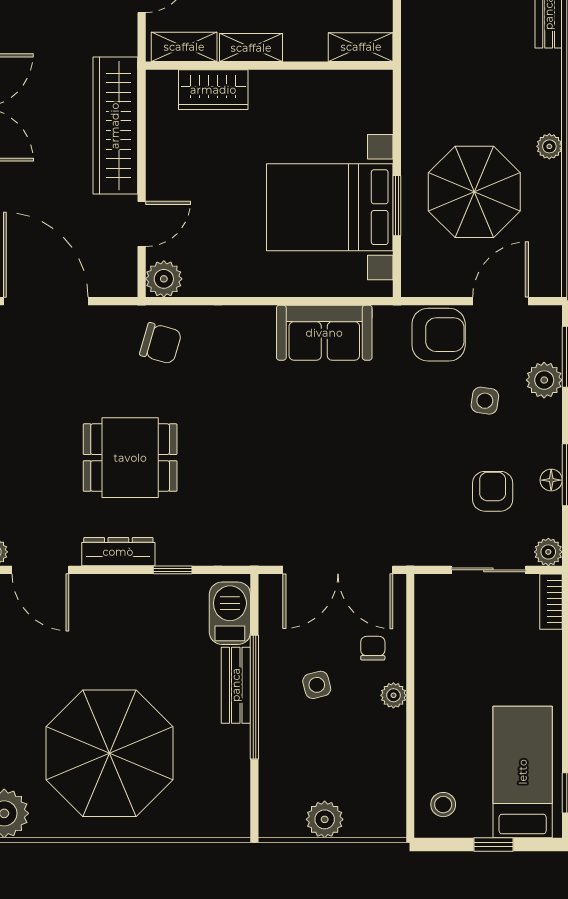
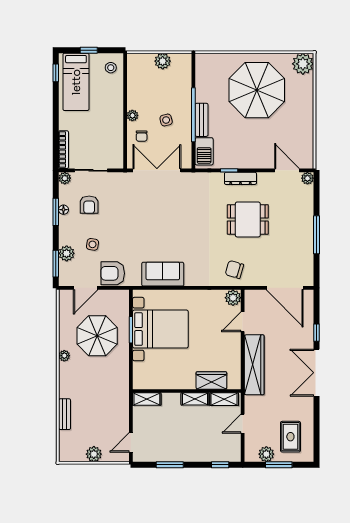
dresser: (118, 552) -> (240, 178), moved
bookcase: (551, 602) -> (64, 150), width x1.56

